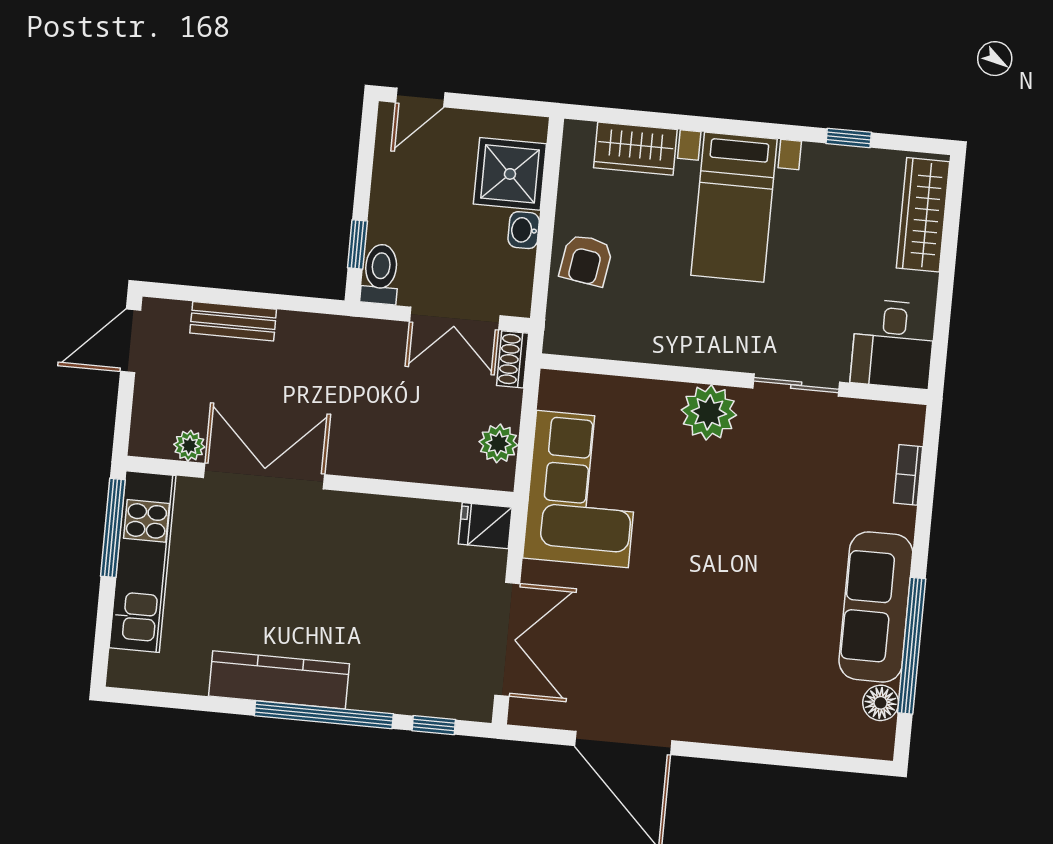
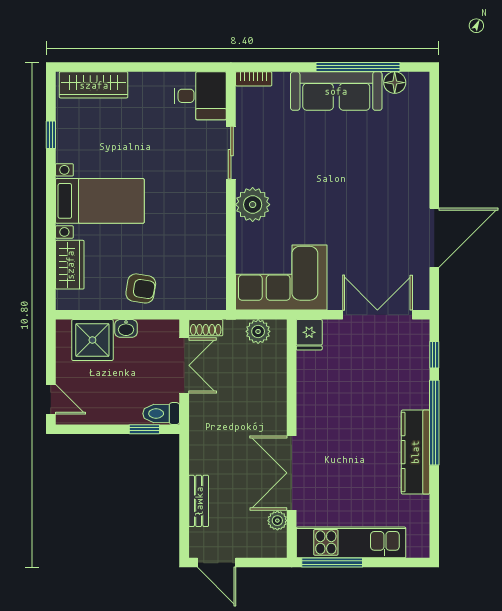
desk: (893, 344) -> (200, 96), moved
wall: (734, 379) -> (231, 191), moved
sliding door: (796, 385) -> (231, 153), moved
plant: (709, 412) -> (253, 205), moved

